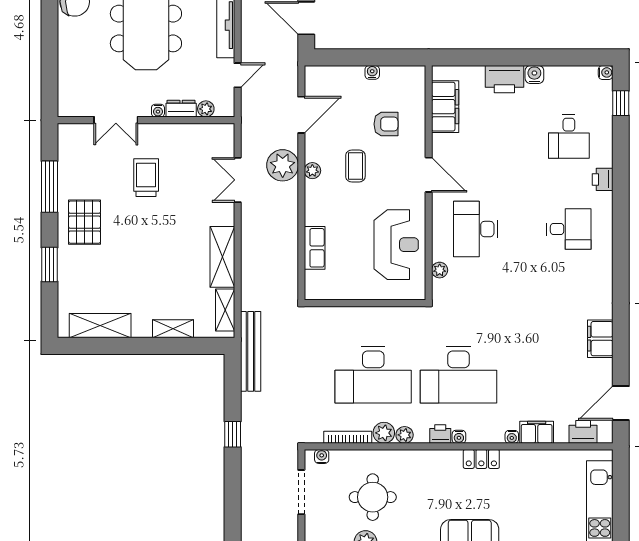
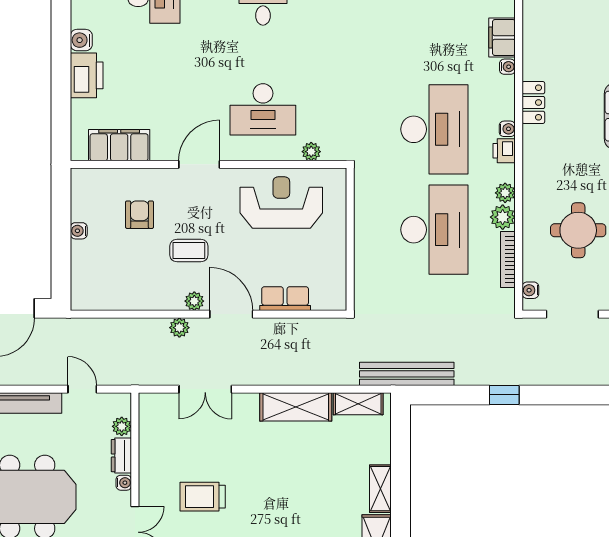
door: (301, 115) -> (231, 314), moved
plant: (283, 165) -> (179, 328), width x0.53, depth x0.53
shelving: (173, 329) -> (380, 489), moved

